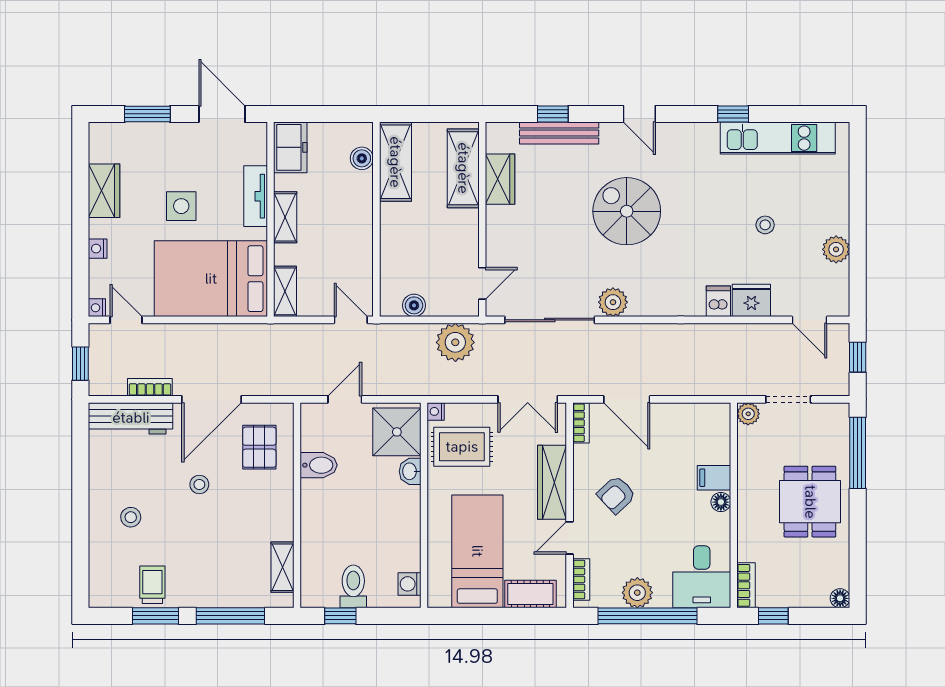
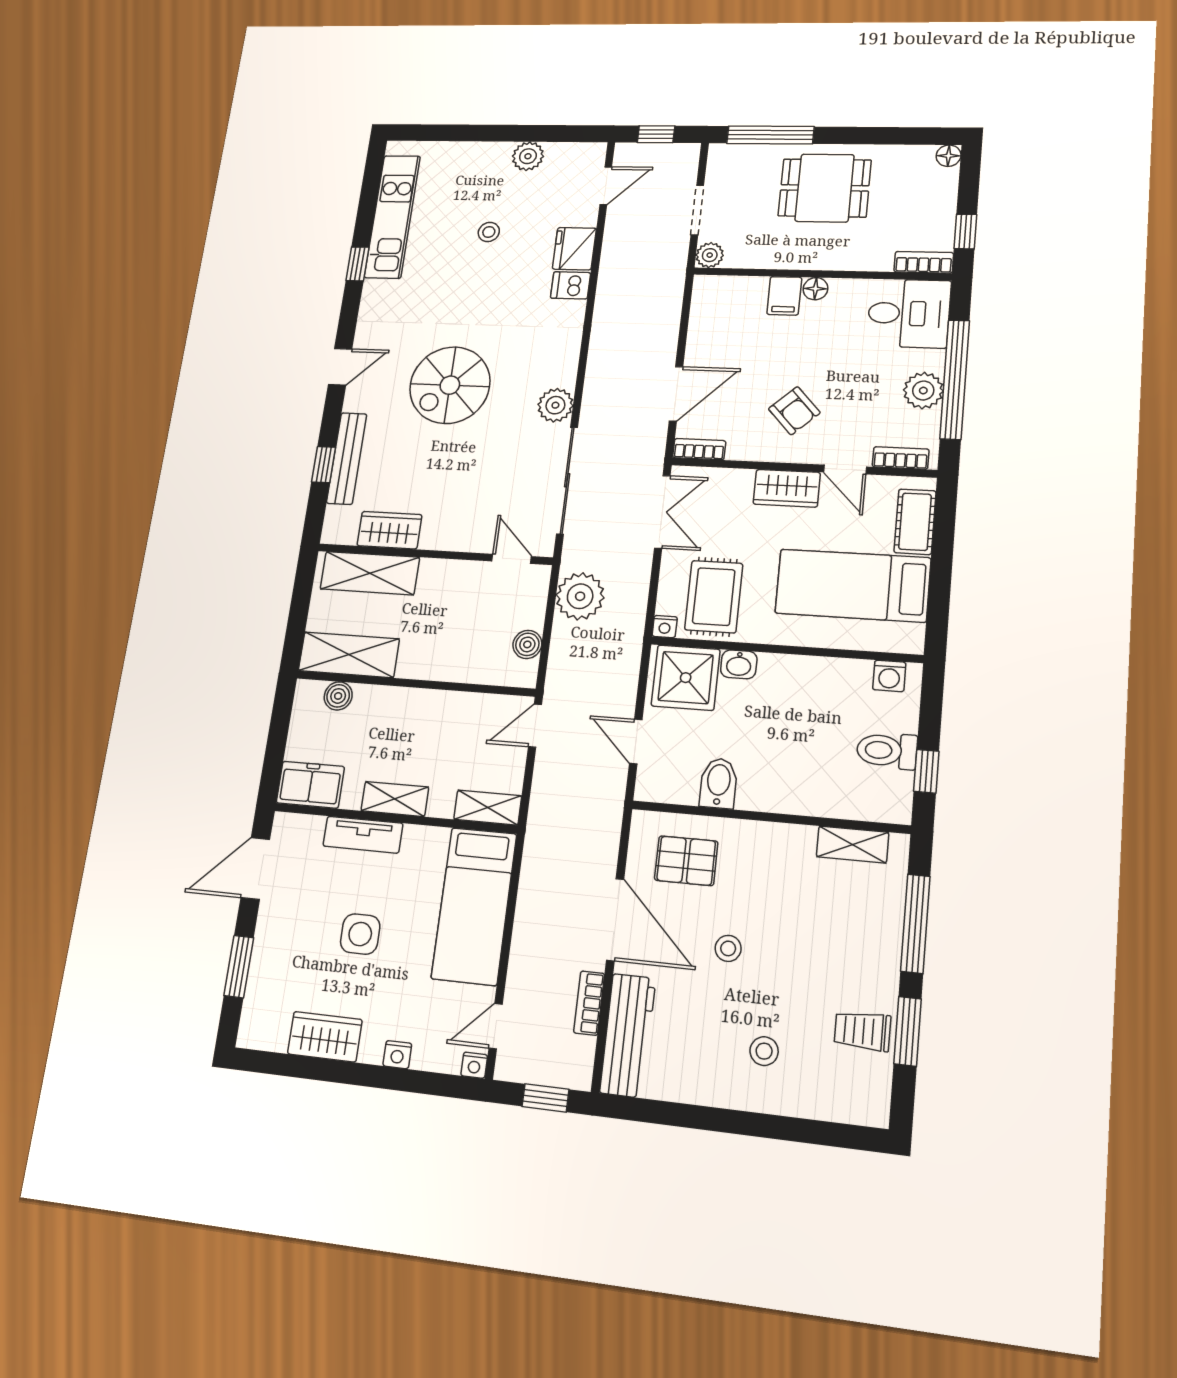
bed: (211, 279) -> (474, 906), width x0.67
wardrobe: (552, 482) -> (787, 488), width x0.67

